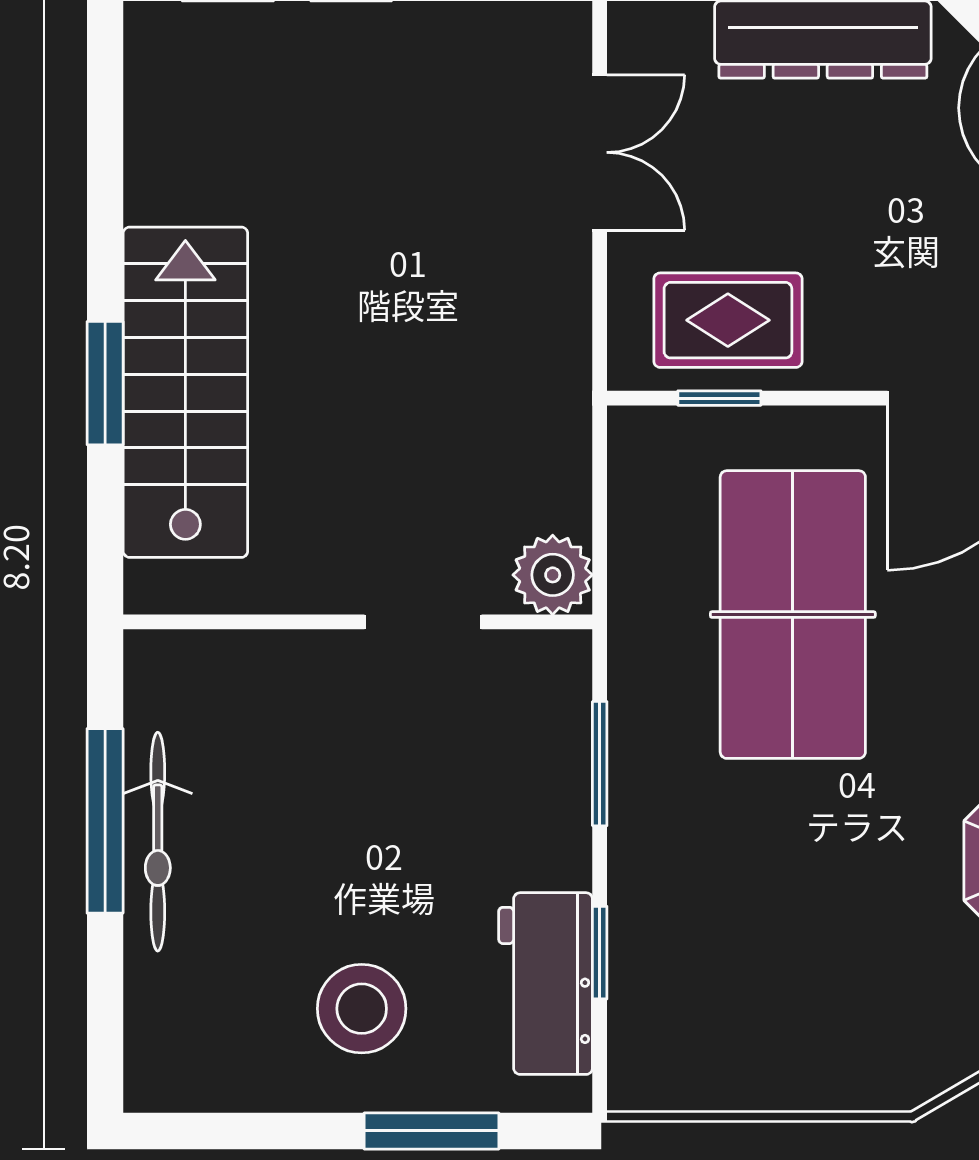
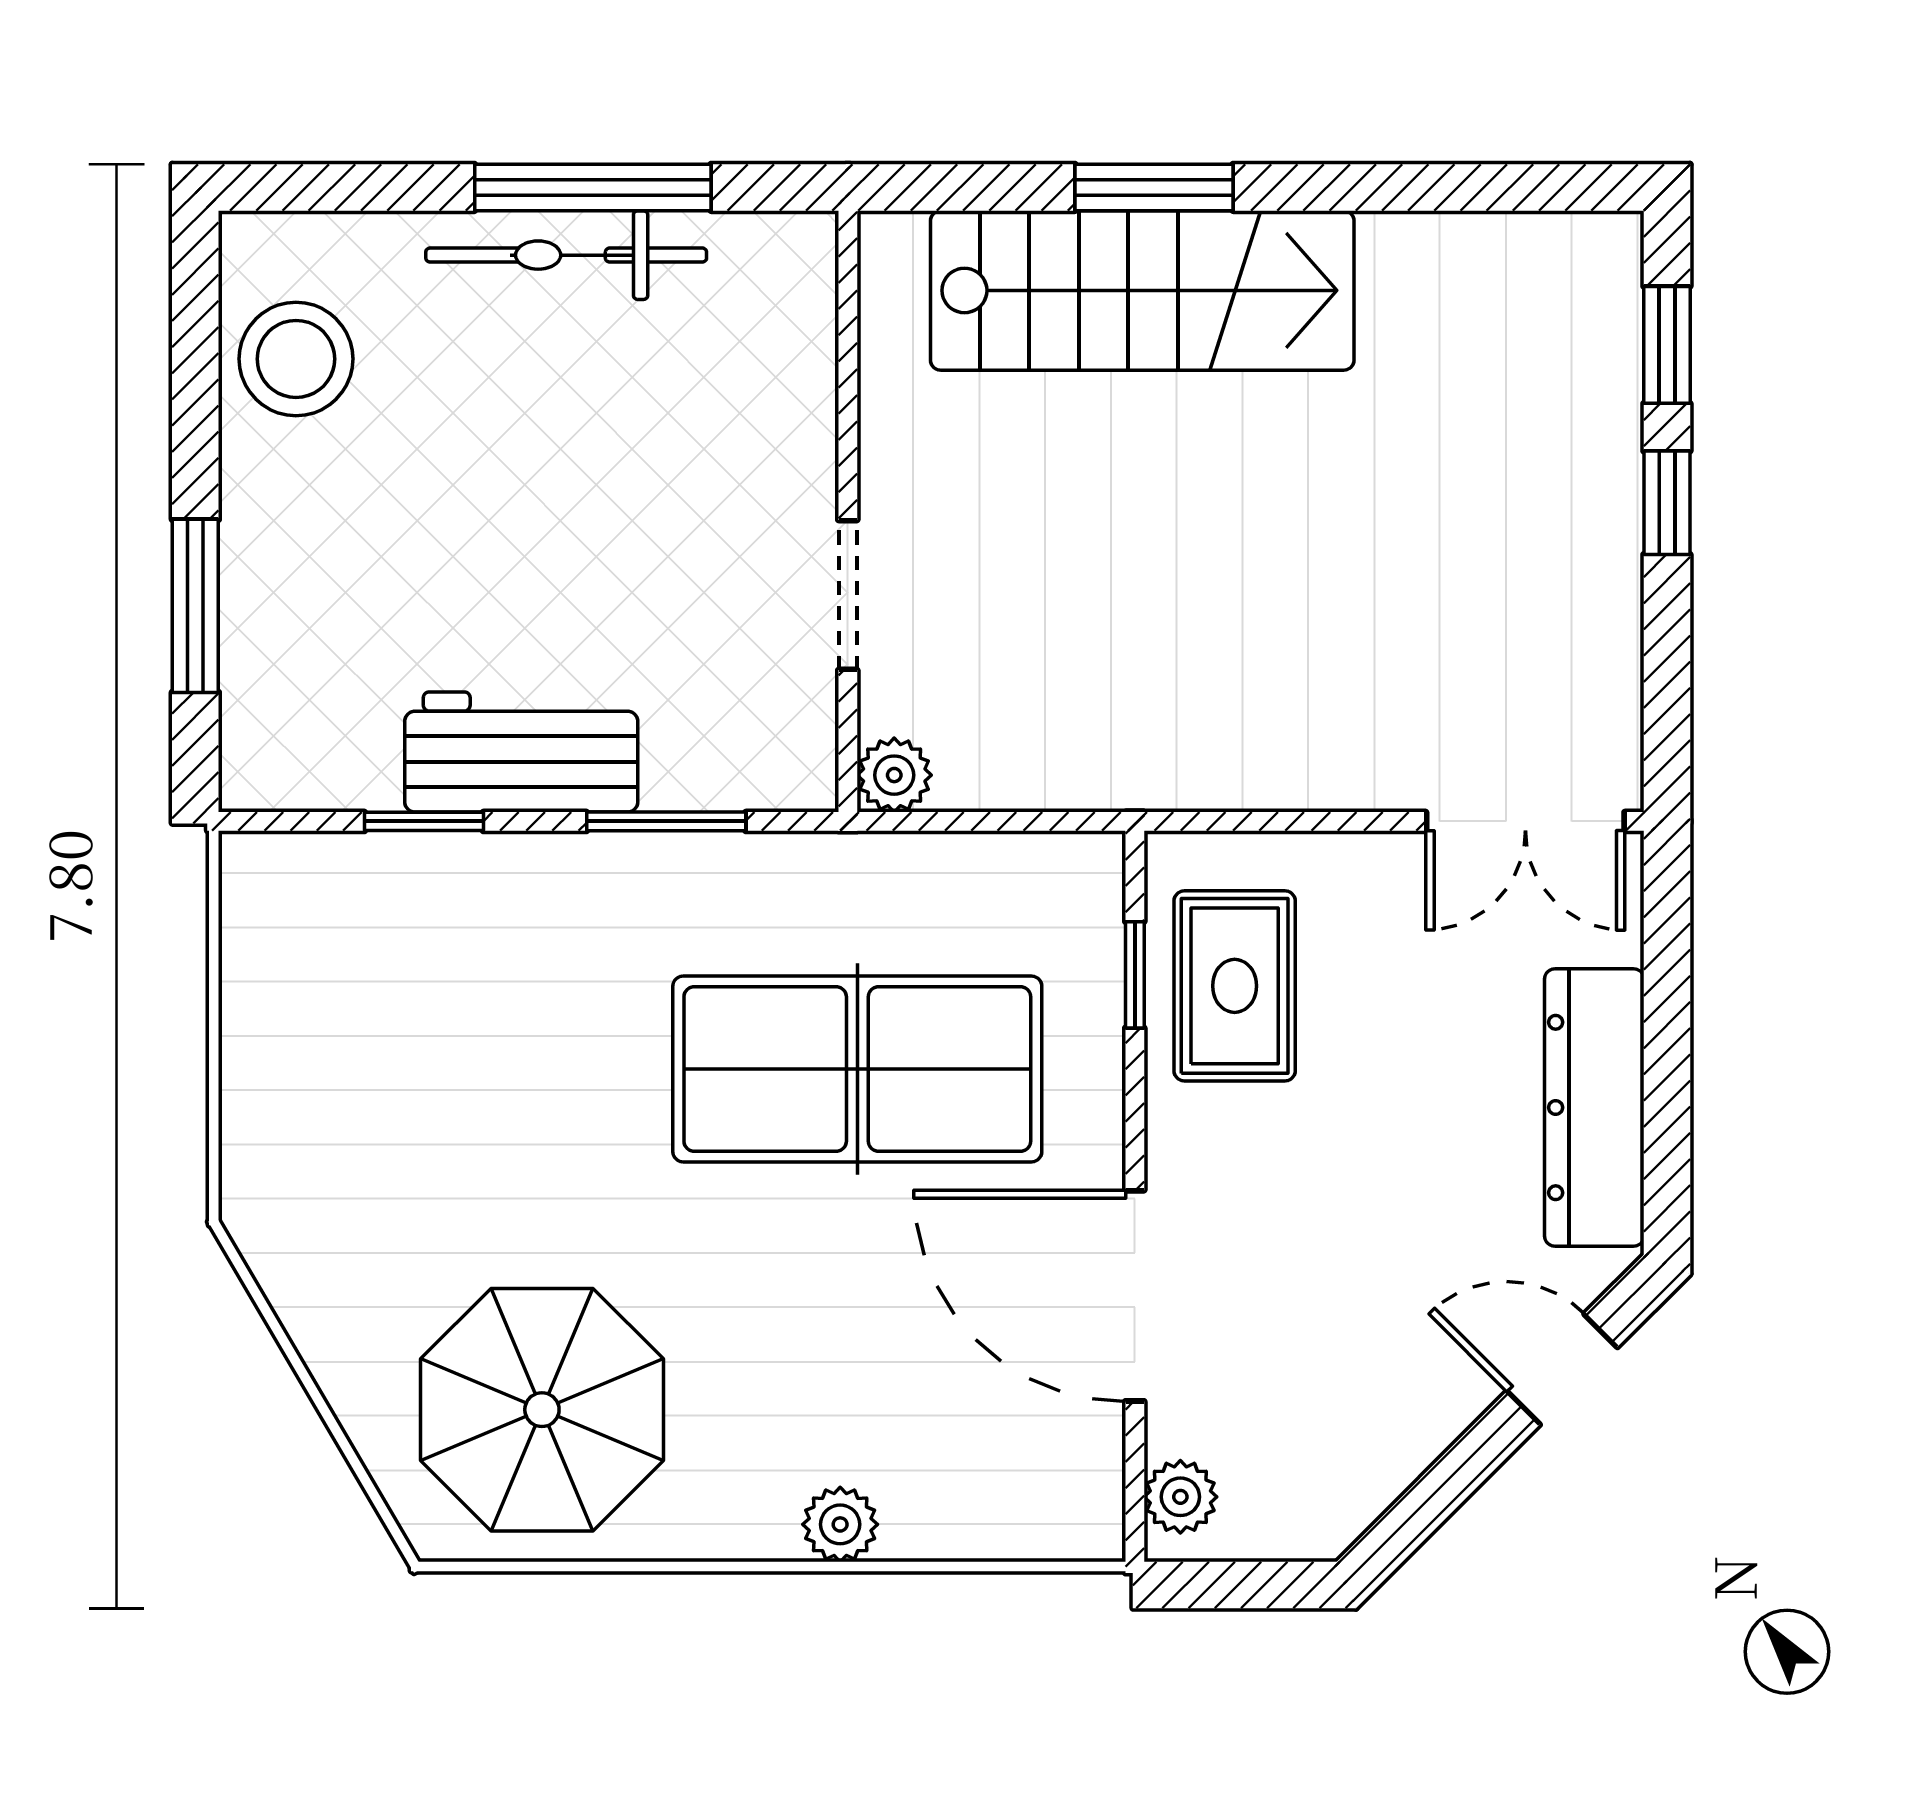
double door: (600, 152) -> (1525, 821), moved
plant: (553, 575) -> (894, 775), width x0.73, depth x0.73
workbench: (546, 984) -> (521, 752), moved
stool: (362, 1009) -> (296, 359), moved

